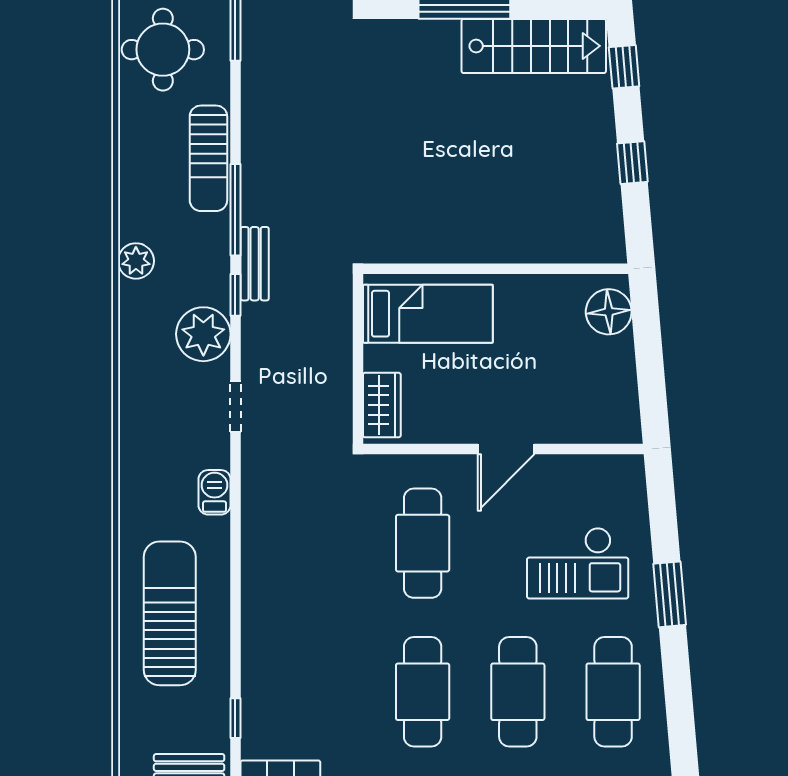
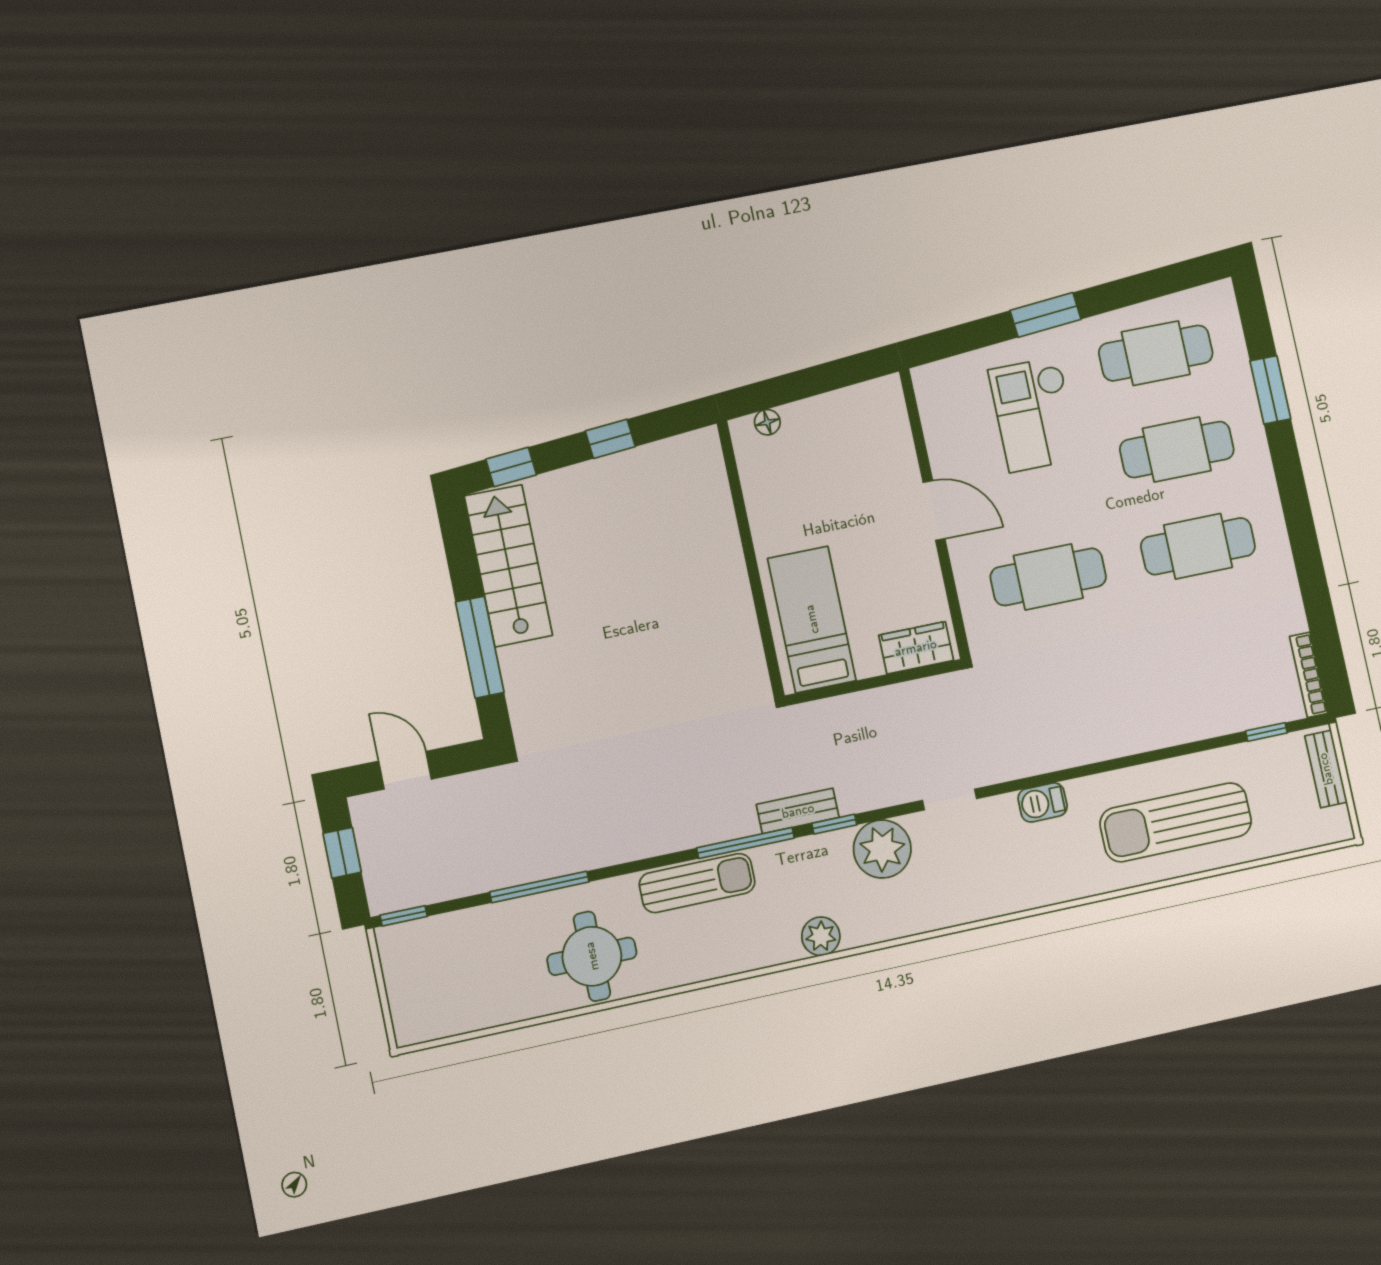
floor lamp: (609, 312) -> (767, 422), width x0.53, depth x0.53
checkout: (578, 563) -> (1034, 414), turned 180

